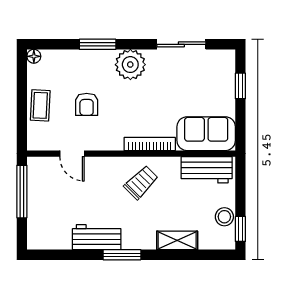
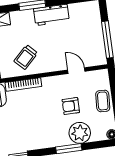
plant: (130, 65) -> (80, 133), moved
armchair: (87, 104) -> (71, 106), turned -90

